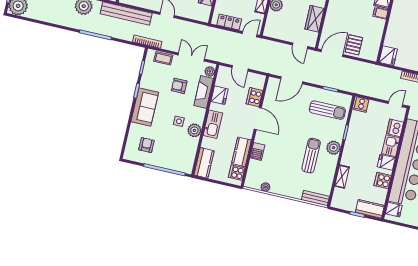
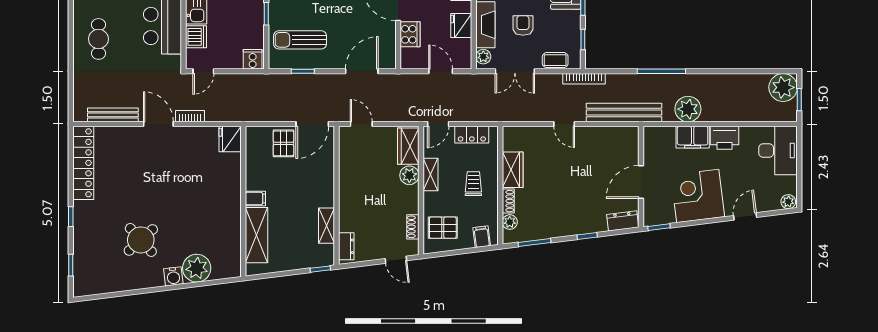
wardrobe: (315, 19) -> (408, 146), moved, turned 180
armchair: (179, 86) -> (523, 25), turned -90

